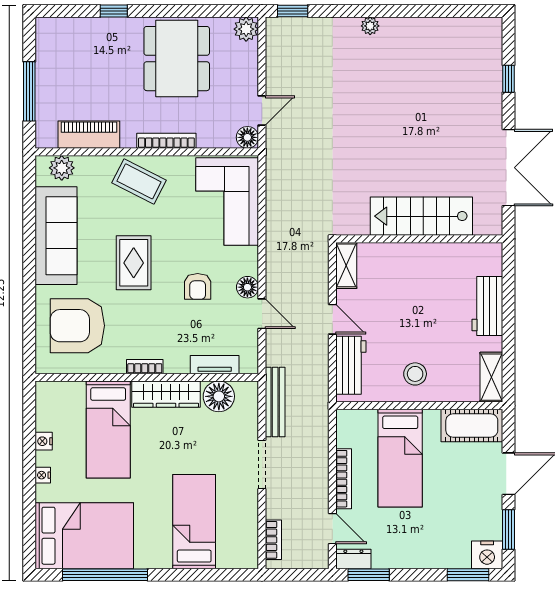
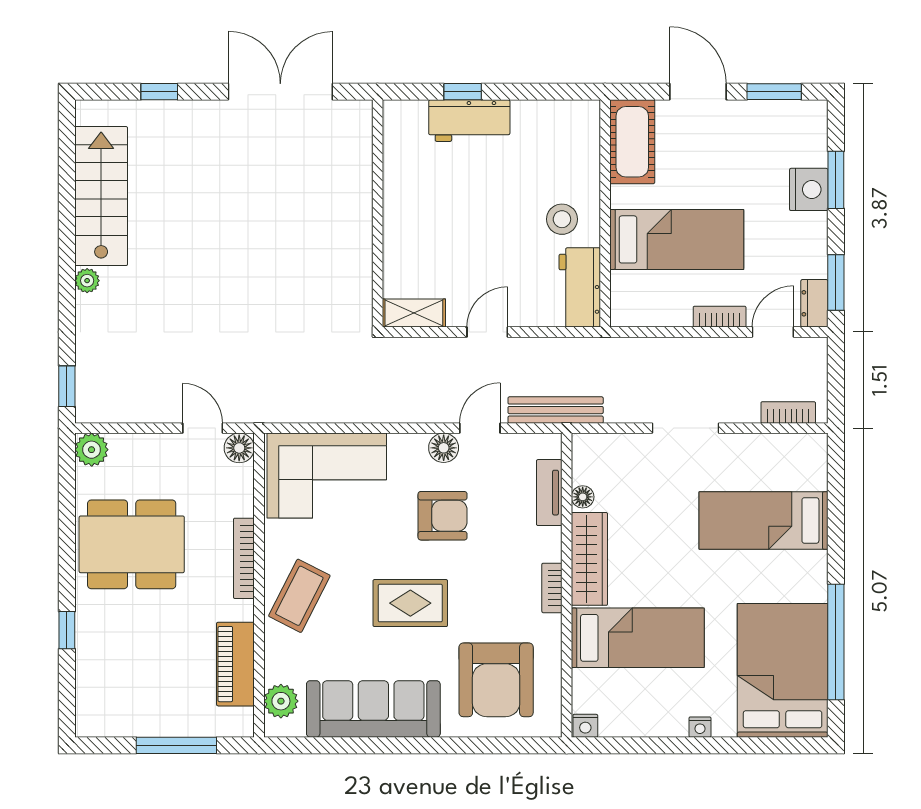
stairs: (421, 216) -> (101, 196), moved, turned 180
armchair: (198, 286) -> (443, 516), width x1.38, depth x1.38
window: (509, 301) -> (463, 92), added
workbench: (351, 365) -> (580, 287), moved, turned -90
shelving: (491, 377) -> (566, 115), removed
floor lamp: (219, 396) -> (583, 497), width x0.53, depth x0.53
bench: (275, 402) -> (556, 410), moved
nightstand: (44, 441) -> (585, 726), moved
bookcase: (344, 479) -> (720, 317), width x0.64
nightstand: (487, 555) -> (809, 189), moved
window: (468, 575) -> (836, 180), moved

